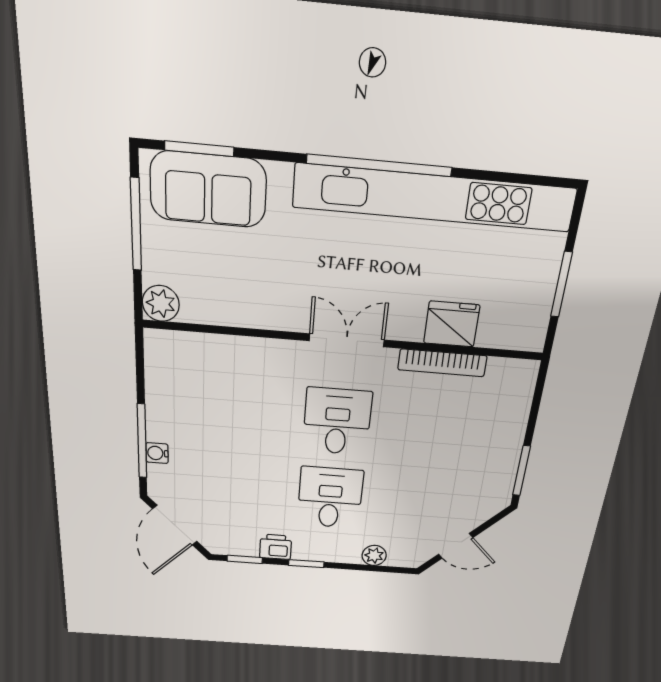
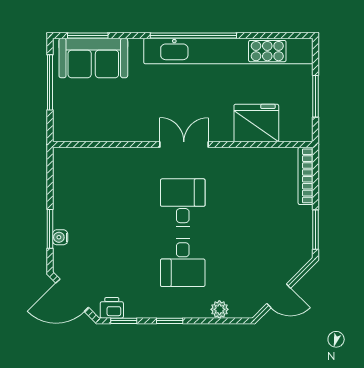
plant: (161, 303) -> (64, 130), removed
fridge: (452, 324) -> (256, 123), width x1.36, depth x1.34
bookcase: (442, 363) -> (306, 176), moved, turned 90
window: (142, 441) -> (50, 229), width x0.69
desk: (330, 498) -> (183, 263), turned 180
door: (175, 525) -> (72, 295), hinge flipped
printer: (276, 547) -> (112, 308), moved

